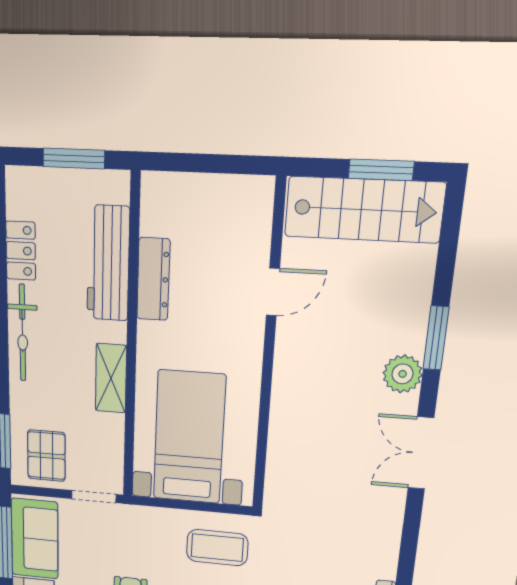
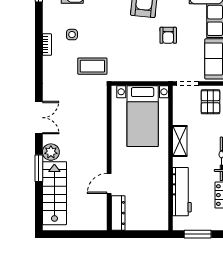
window: (381, 170) -> (69, 234), removed
stairs: (364, 210) -> (54, 193), moved, turned 90
dresser: (153, 279) -> (118, 213), moved, turned 180
coffee table: (217, 548) -> (92, 66), moved

